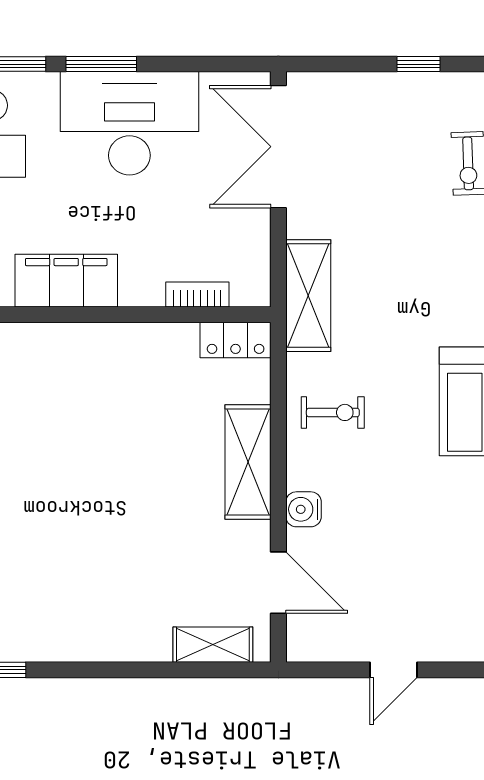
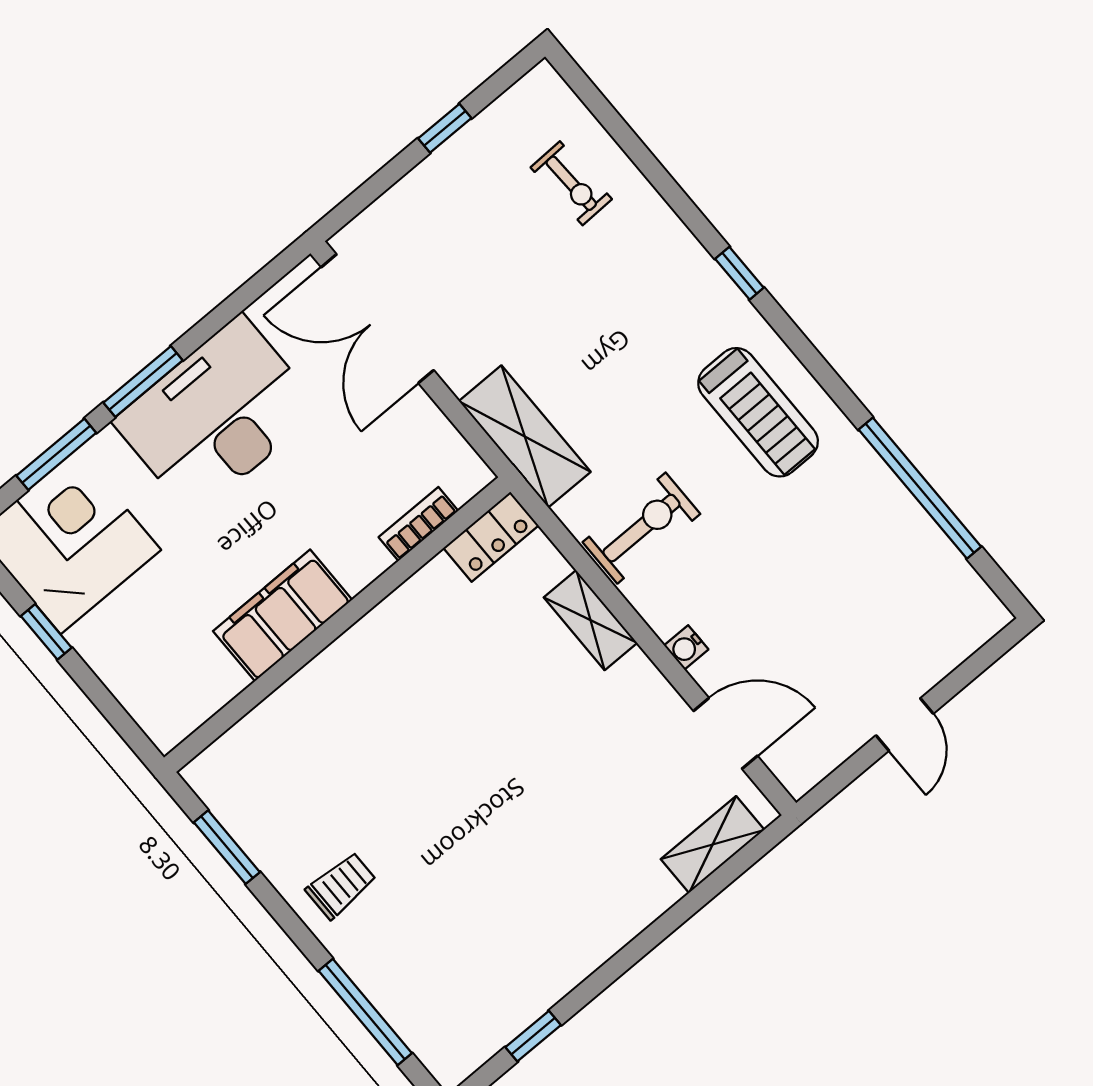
exercise bike: (333, 412) -> (641, 528), width x1.38, depth x1.39
shelving: (248, 462) -> (590, 620), width x0.67, depth x0.75
water cooler: (304, 509) -> (686, 647), width x0.72, depth x0.72

